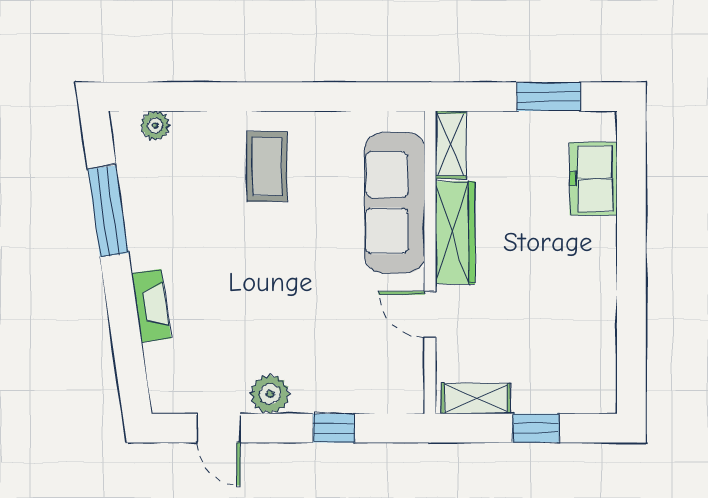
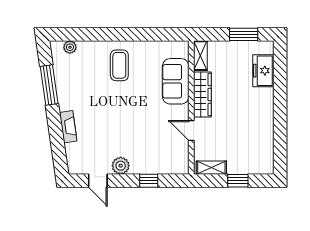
sofa: (395, 203) -> (176, 81), width x0.73

